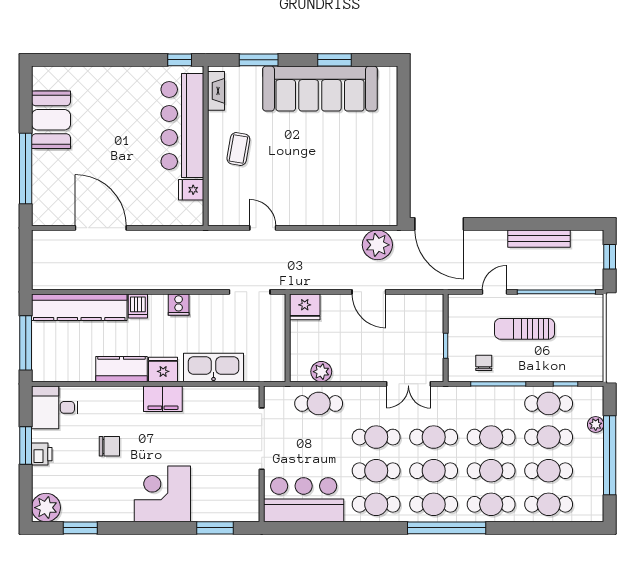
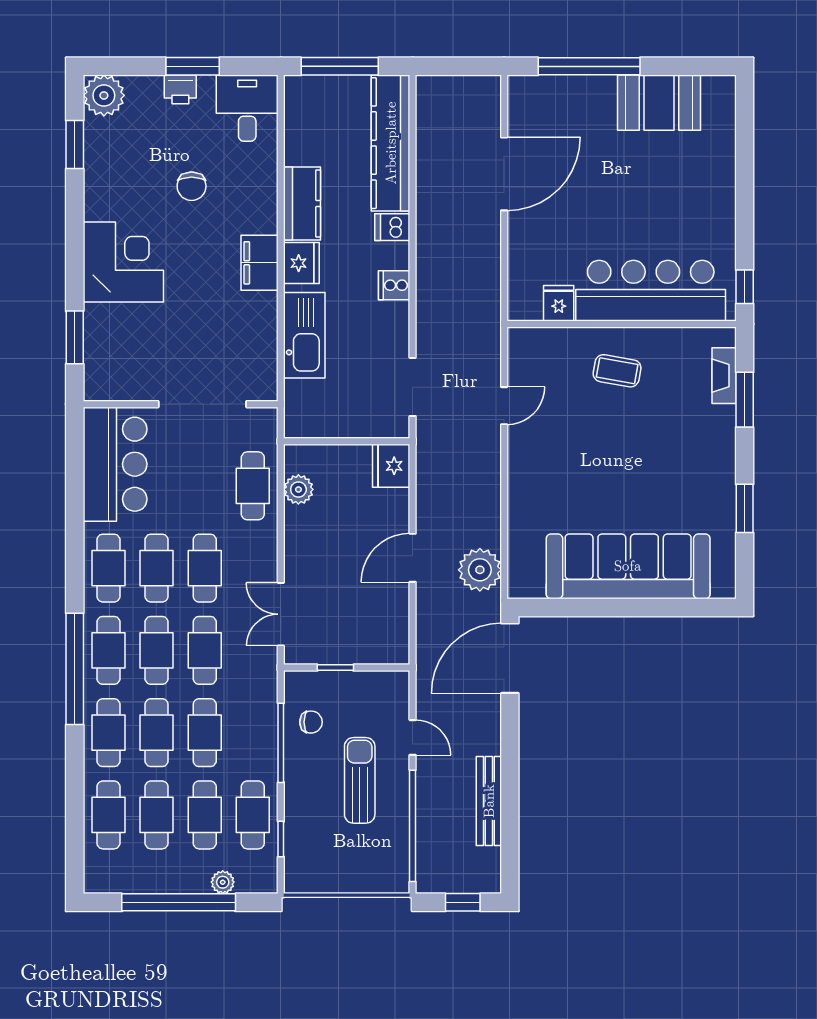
sofa: (320, 89) -> (628, 566), moved, turned 90
fireplace: (216, 91) -> (724, 376), moved, turned 90

